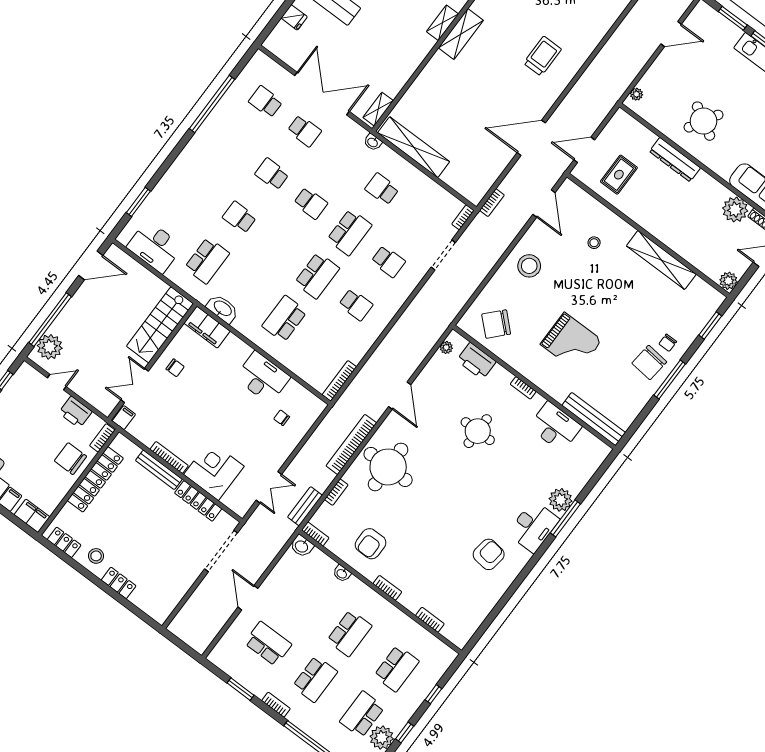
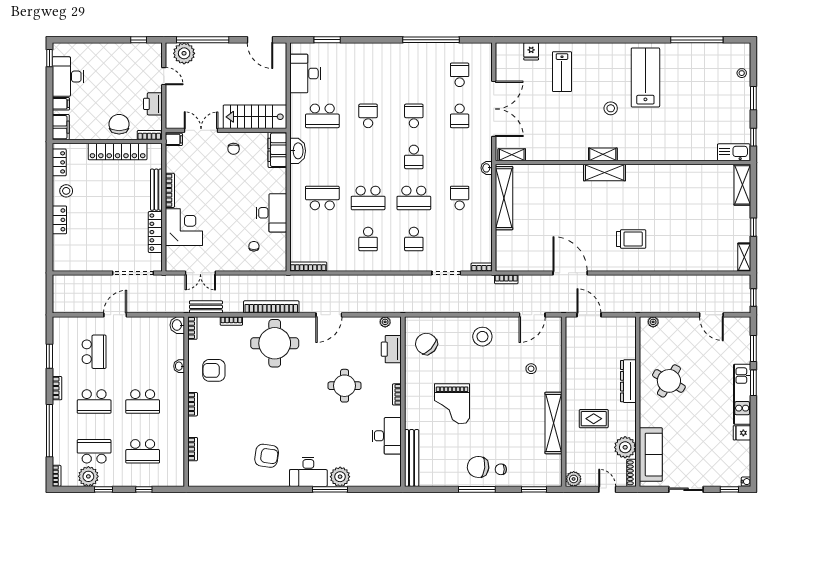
rug: (619, 175) -> (594, 419), moved

